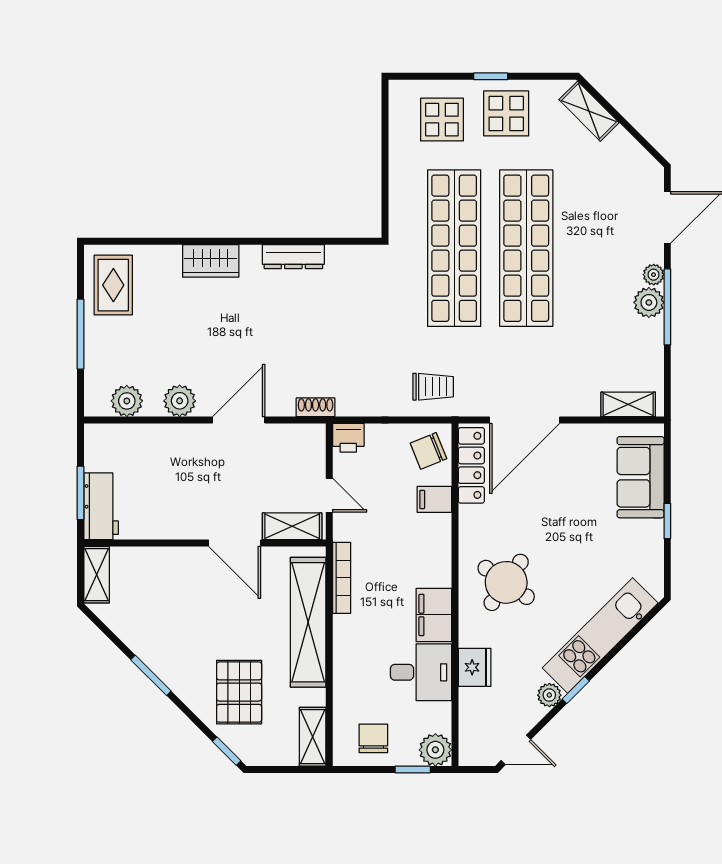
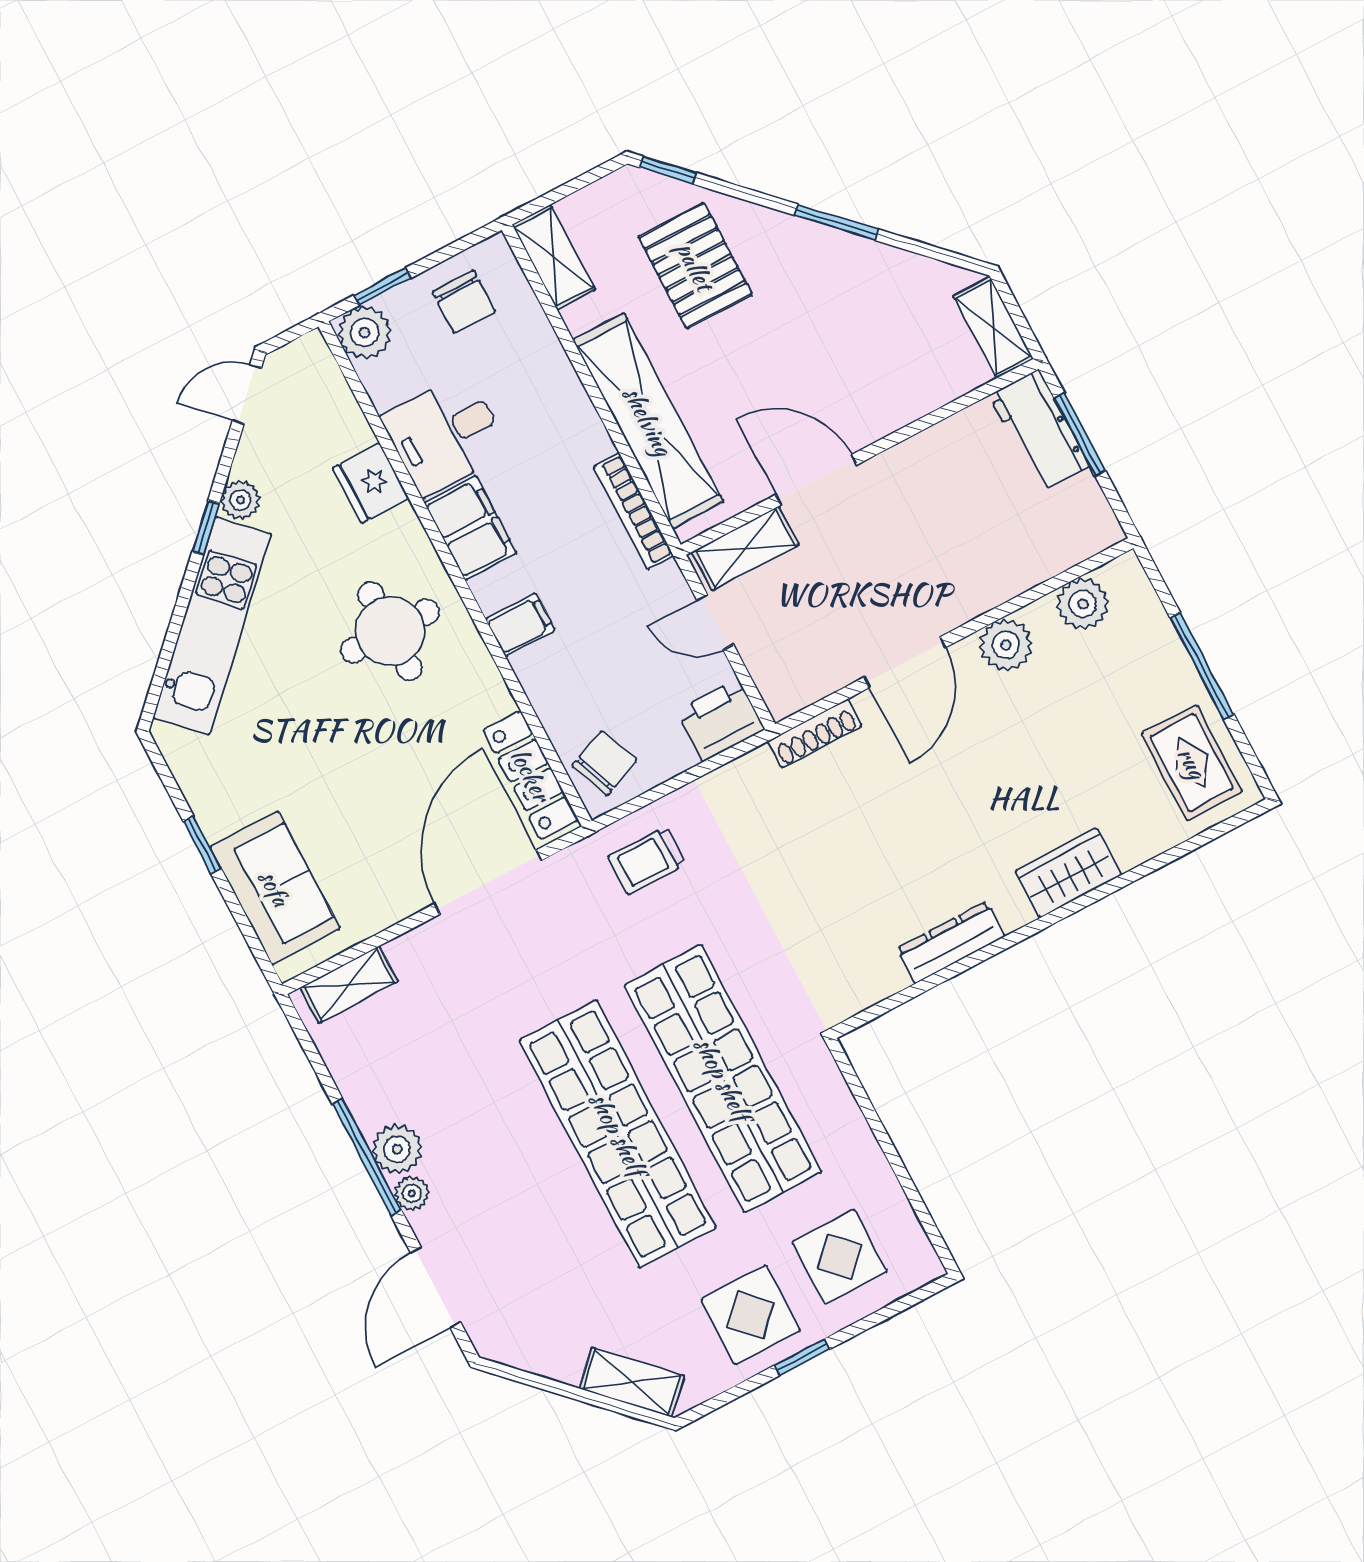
shoe rack: (316, 407) -> (815, 734), width x1.43
printer: (348, 438) -> (721, 720), width x1.36, depth x1.24
filing cabinet: (434, 499) -> (520, 625), moved
round table: (506, 582) -> (390, 631), turned -35

